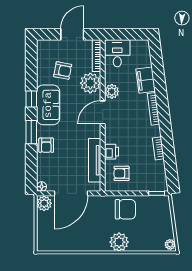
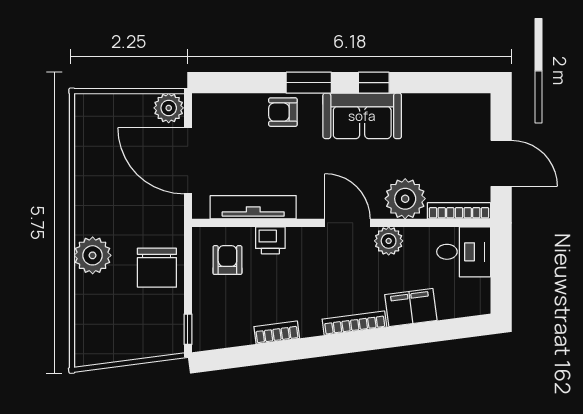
armchair: (63, 71) -> (430, 144), removed
floor lamp: (42, 187) -> (202, 103), removed
plant: (170, 244) -> (88, 356), removed

